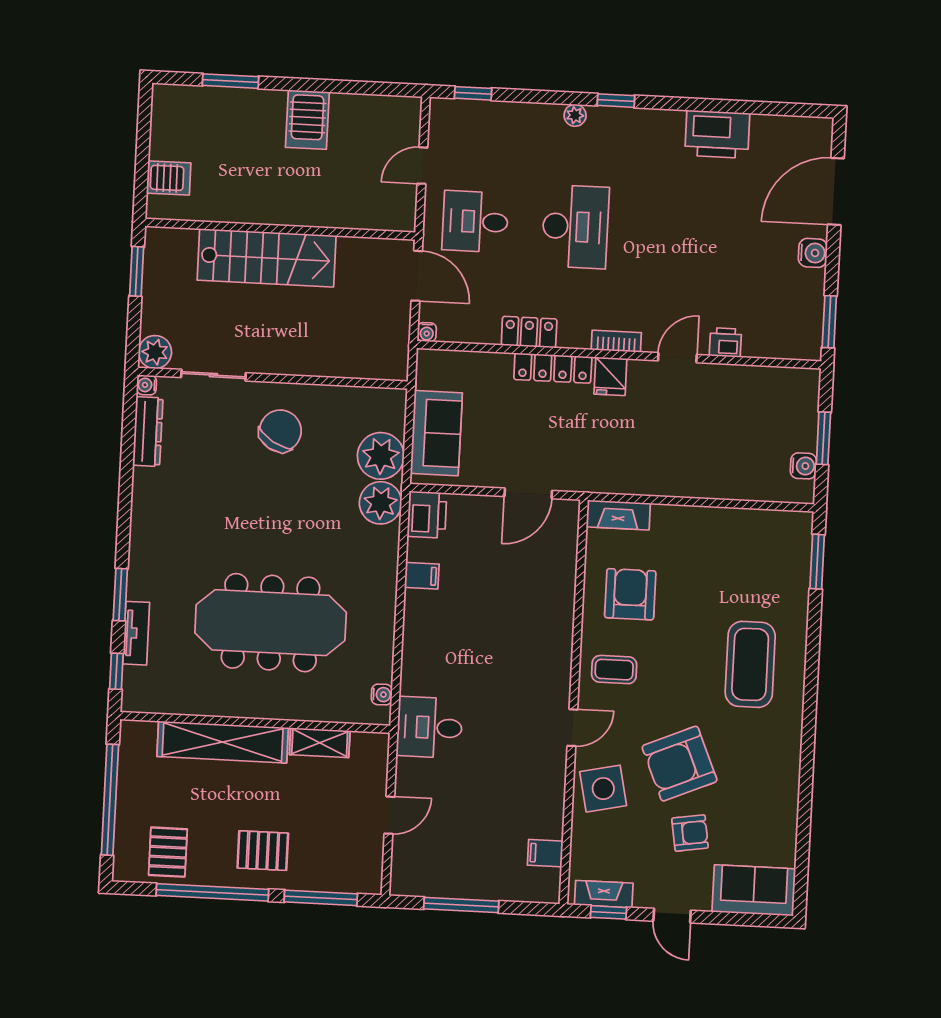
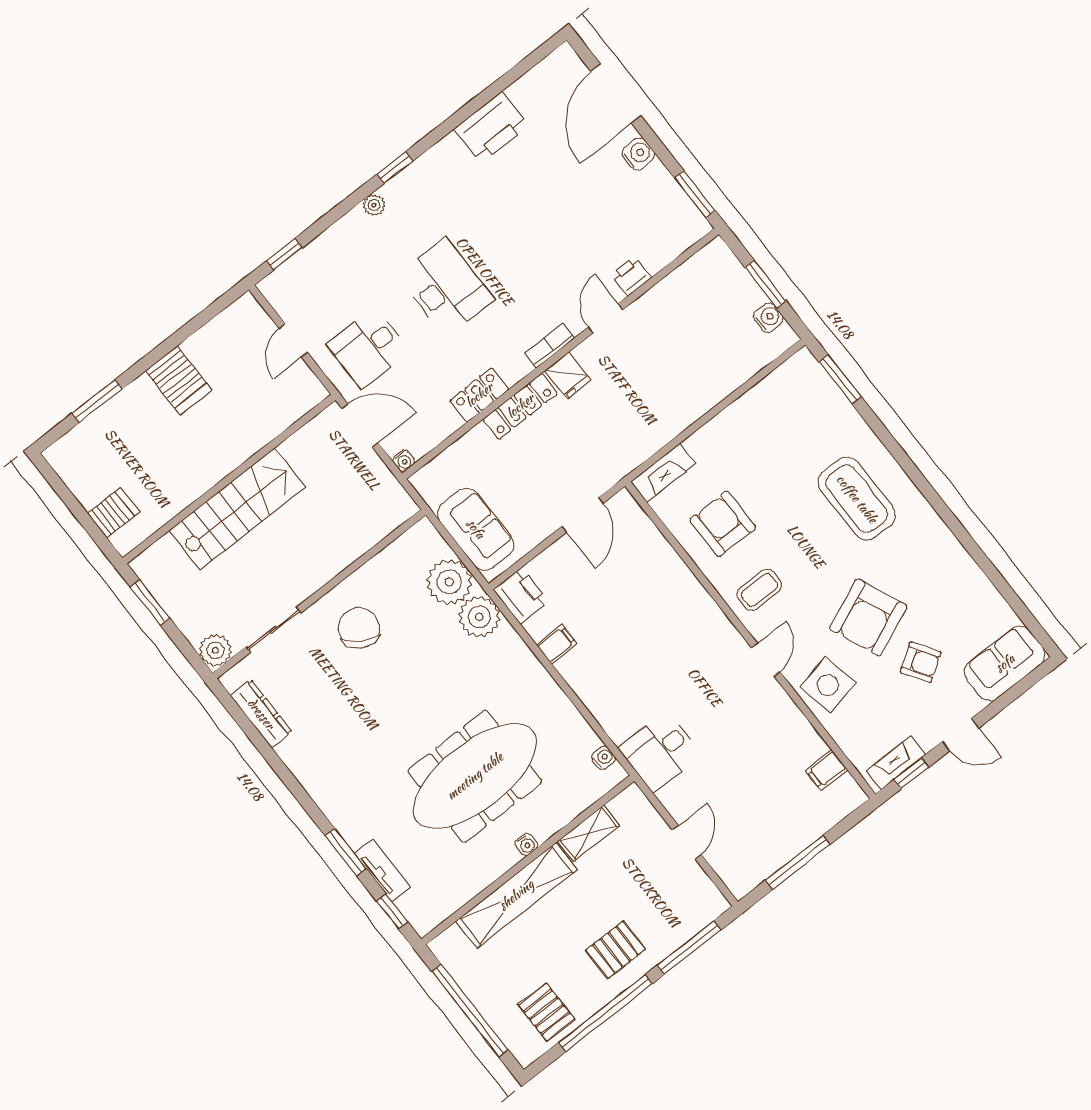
water cooler: (147, 385) -> (527, 844), moved, turned -90
armchair: (690, 833) -> (921, 662), turned 66

